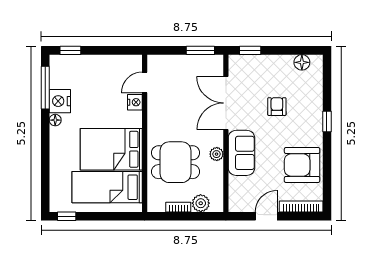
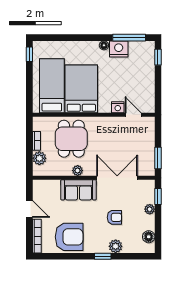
plant: (266, 61) -> (150, 209), added
plant: (314, 105) -> (116, 246), added
armchair: (302, 165) -> (69, 237), turned 90

